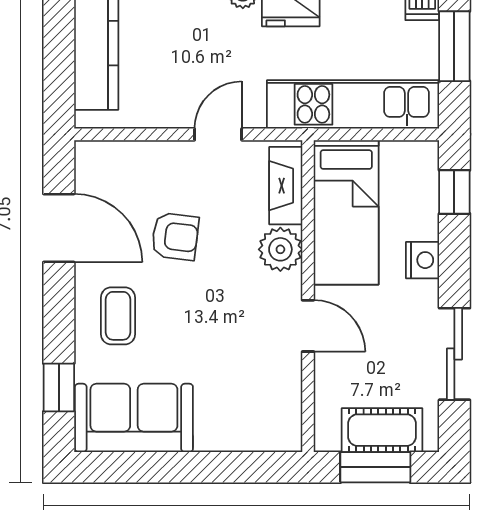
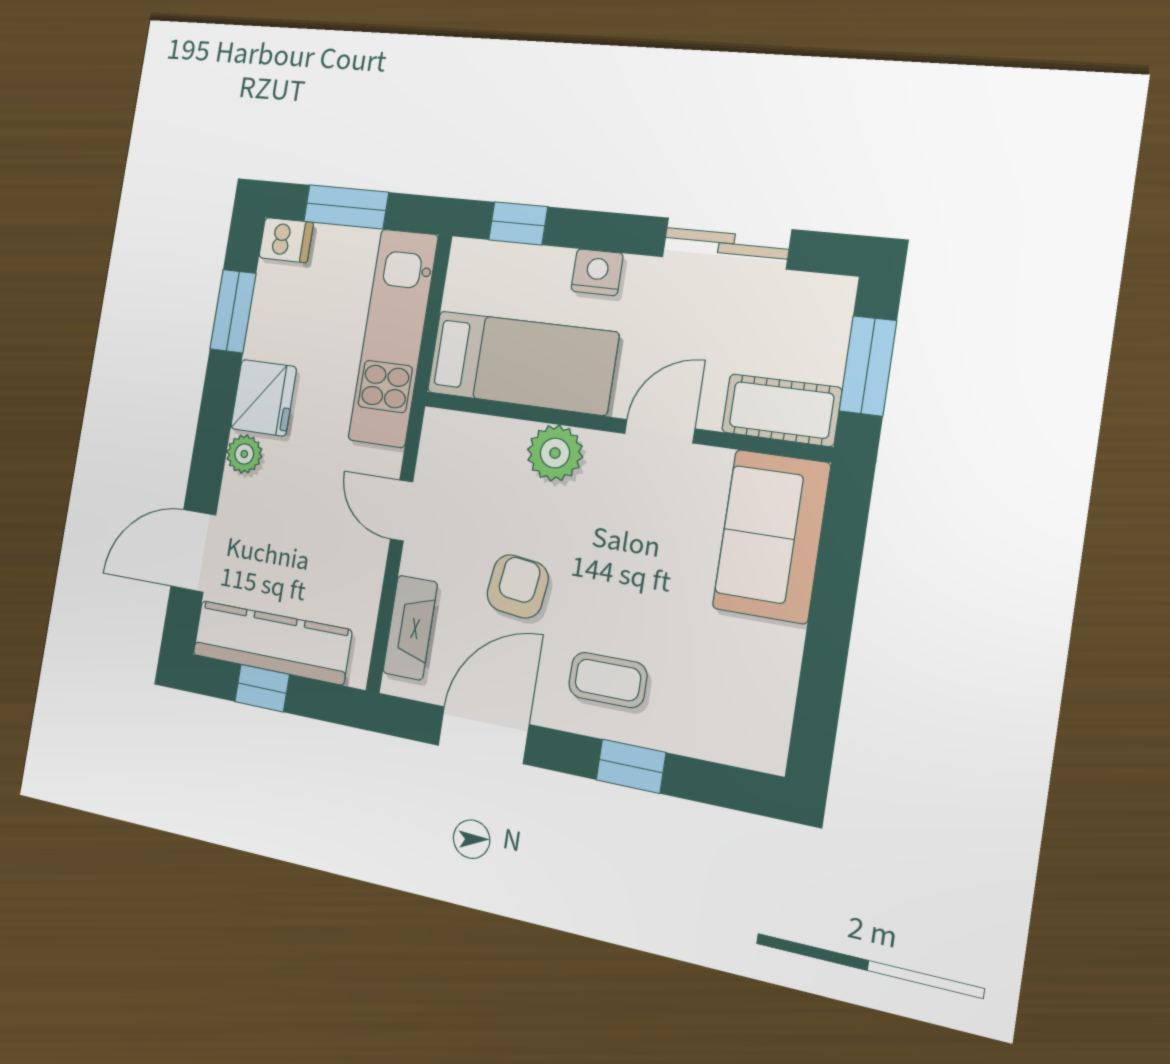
window: (59, 41) -> (262, 688), added
fireplace: (286, 186) -> (410, 628), moved, turned -90
window: (59, 388) -> (631, 766), moved
sofa: (134, 418) -> (771, 536), moved
cot: (382, 430) -> (781, 410), moved, turned 90

